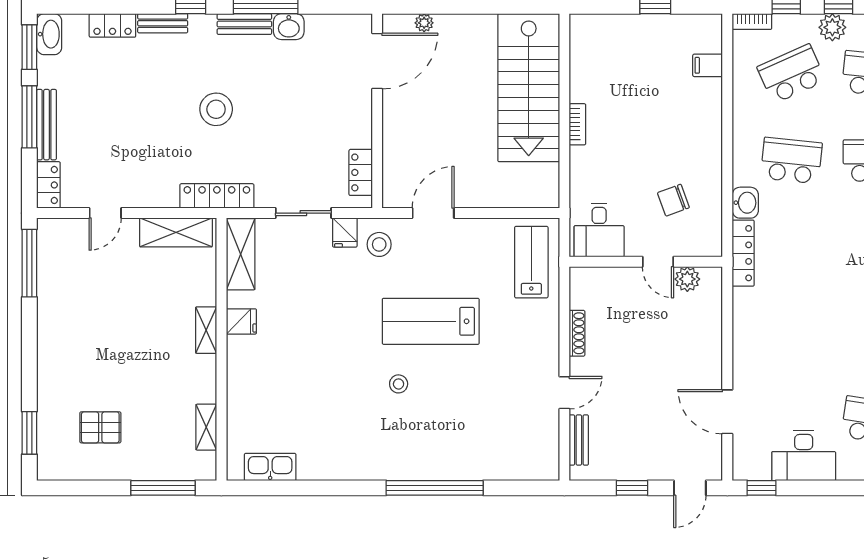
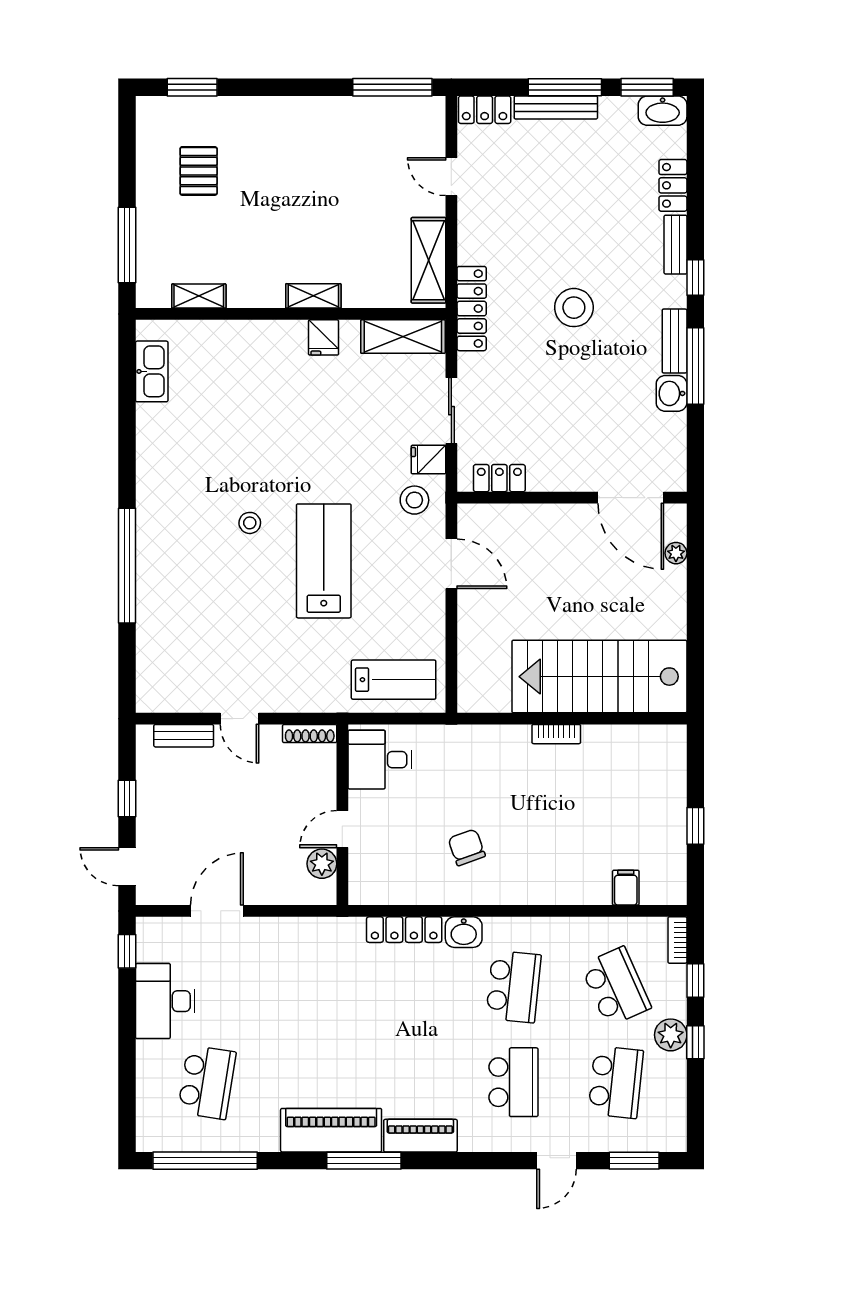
desk: (599, 230) -> (380, 760), moved
wall: (646, 262) -> (342, 815), moved
door: (658, 262) -> (342, 829), moved
plant: (687, 279) -> (322, 864), moved

